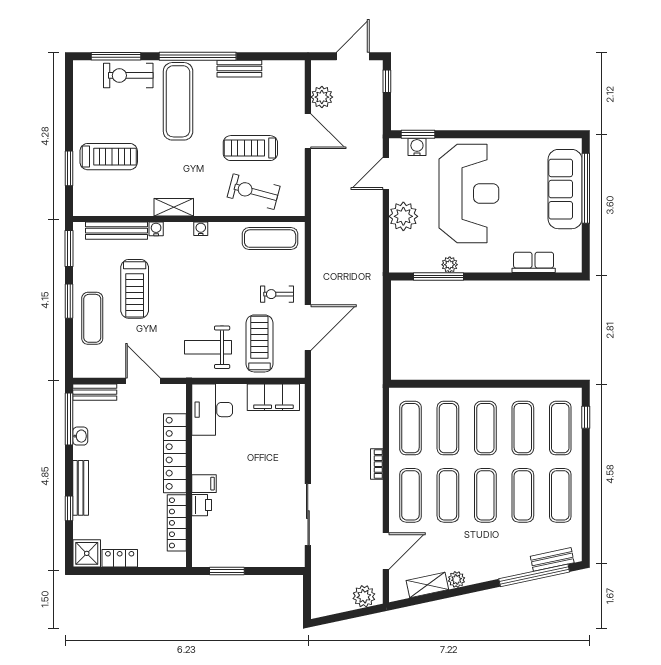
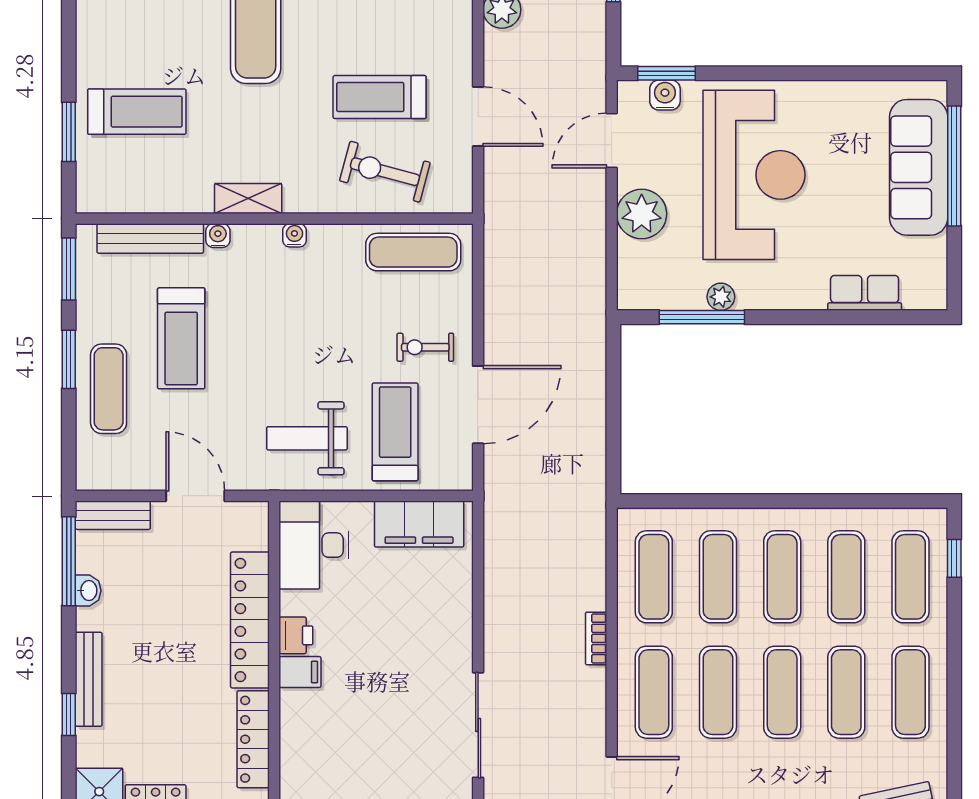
door: (308, 131) -> (478, 117), moved
printer: (202, 505) -> (296, 635), moved

